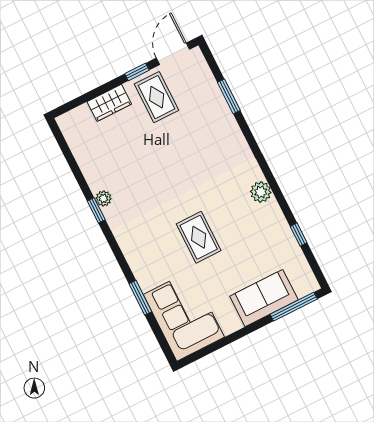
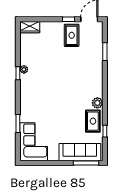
wardrobe: (109, 103) -> (30, 27), moved
rug: (199, 237) -> (93, 121), moved
sofa: (264, 298) -> (80, 152), width x1.36

